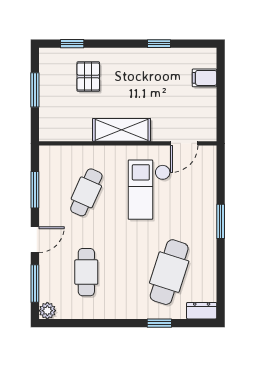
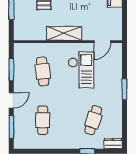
checkout: (149, 190) -> (81, 70), turned 180
cafe table: (86, 192) -> (43, 71), turned -30
cafe table: (169, 272) -> (93, 120), width x0.73, depth x0.74
plant: (47, 311) -> (19, 144), removed

